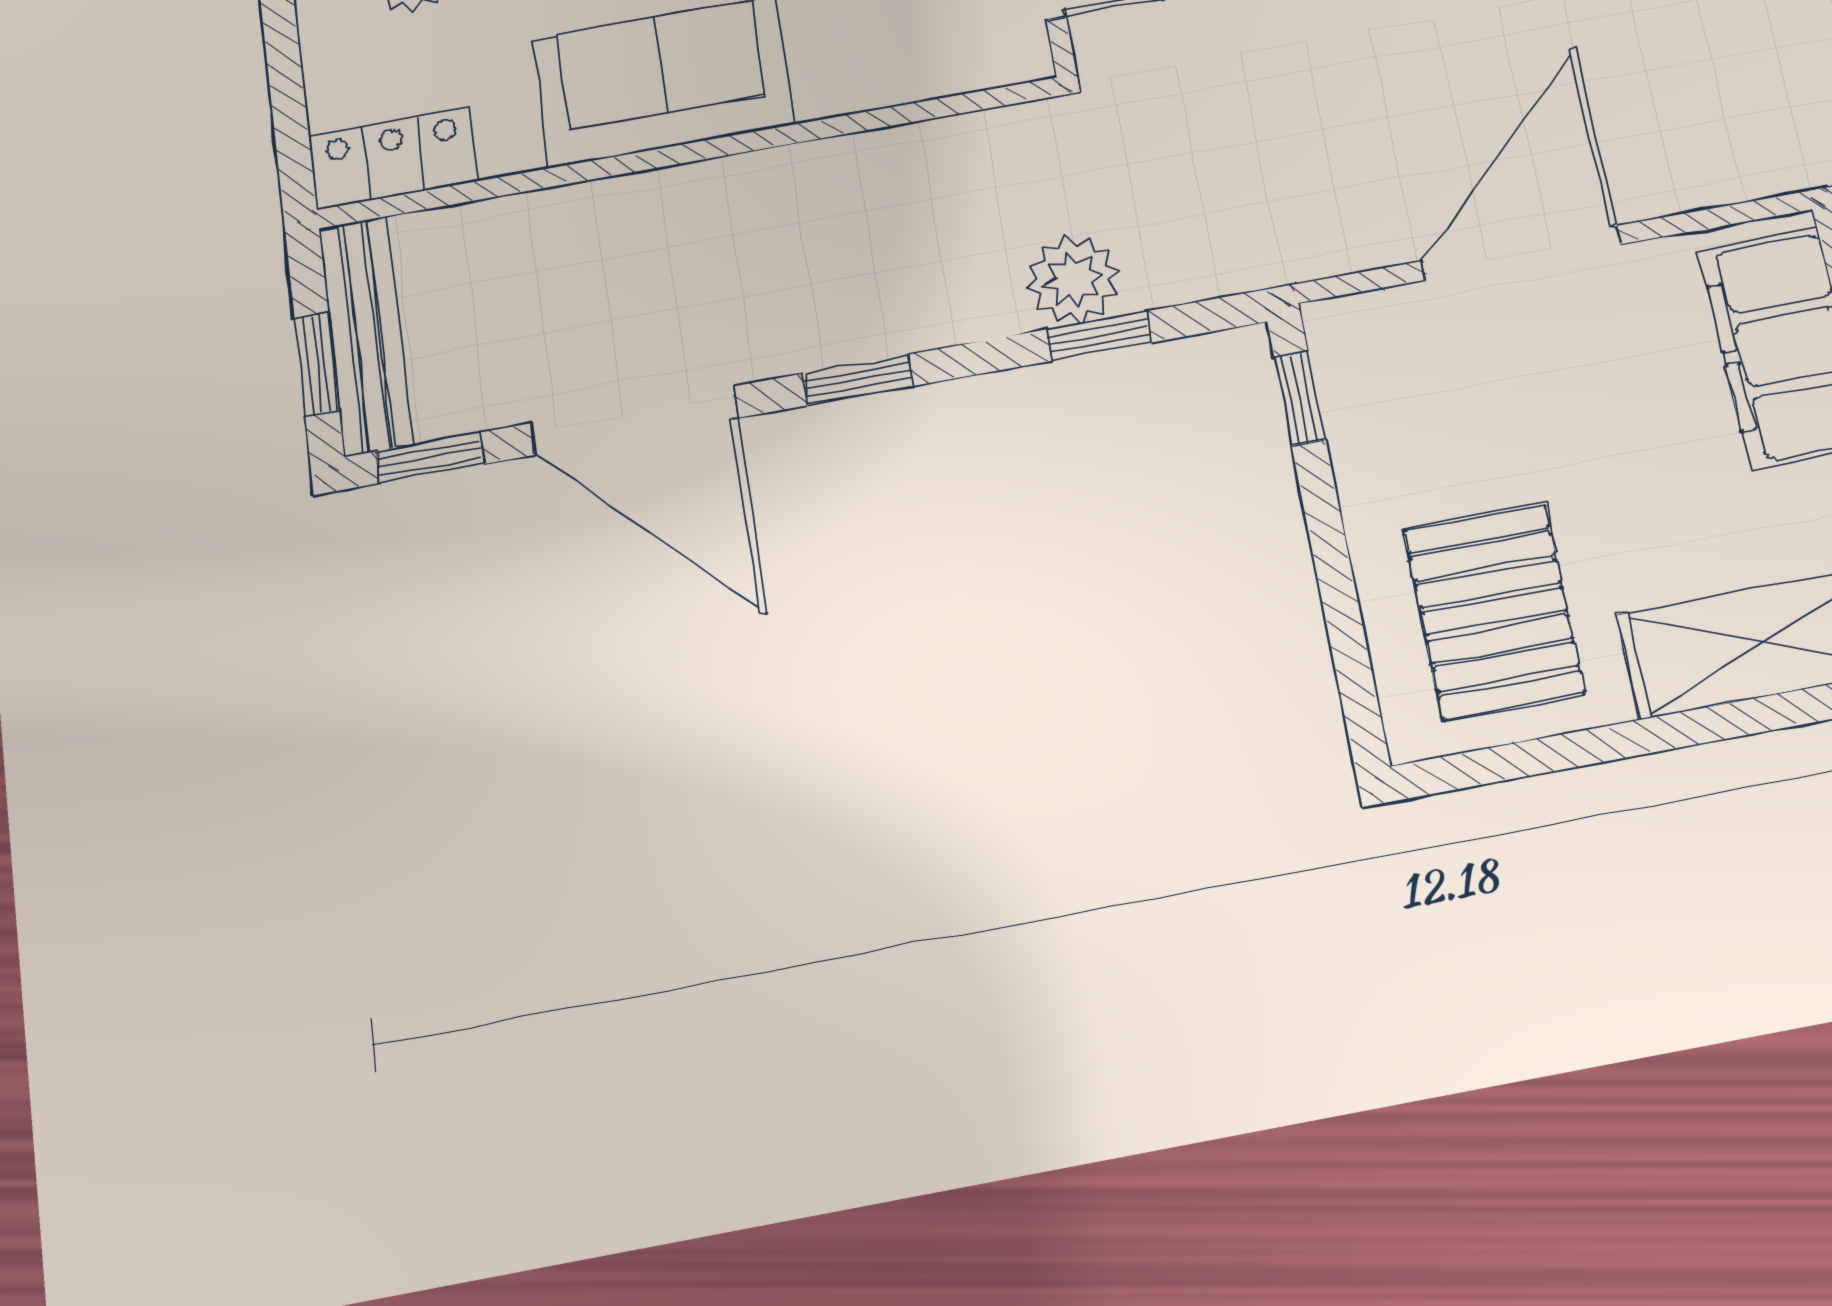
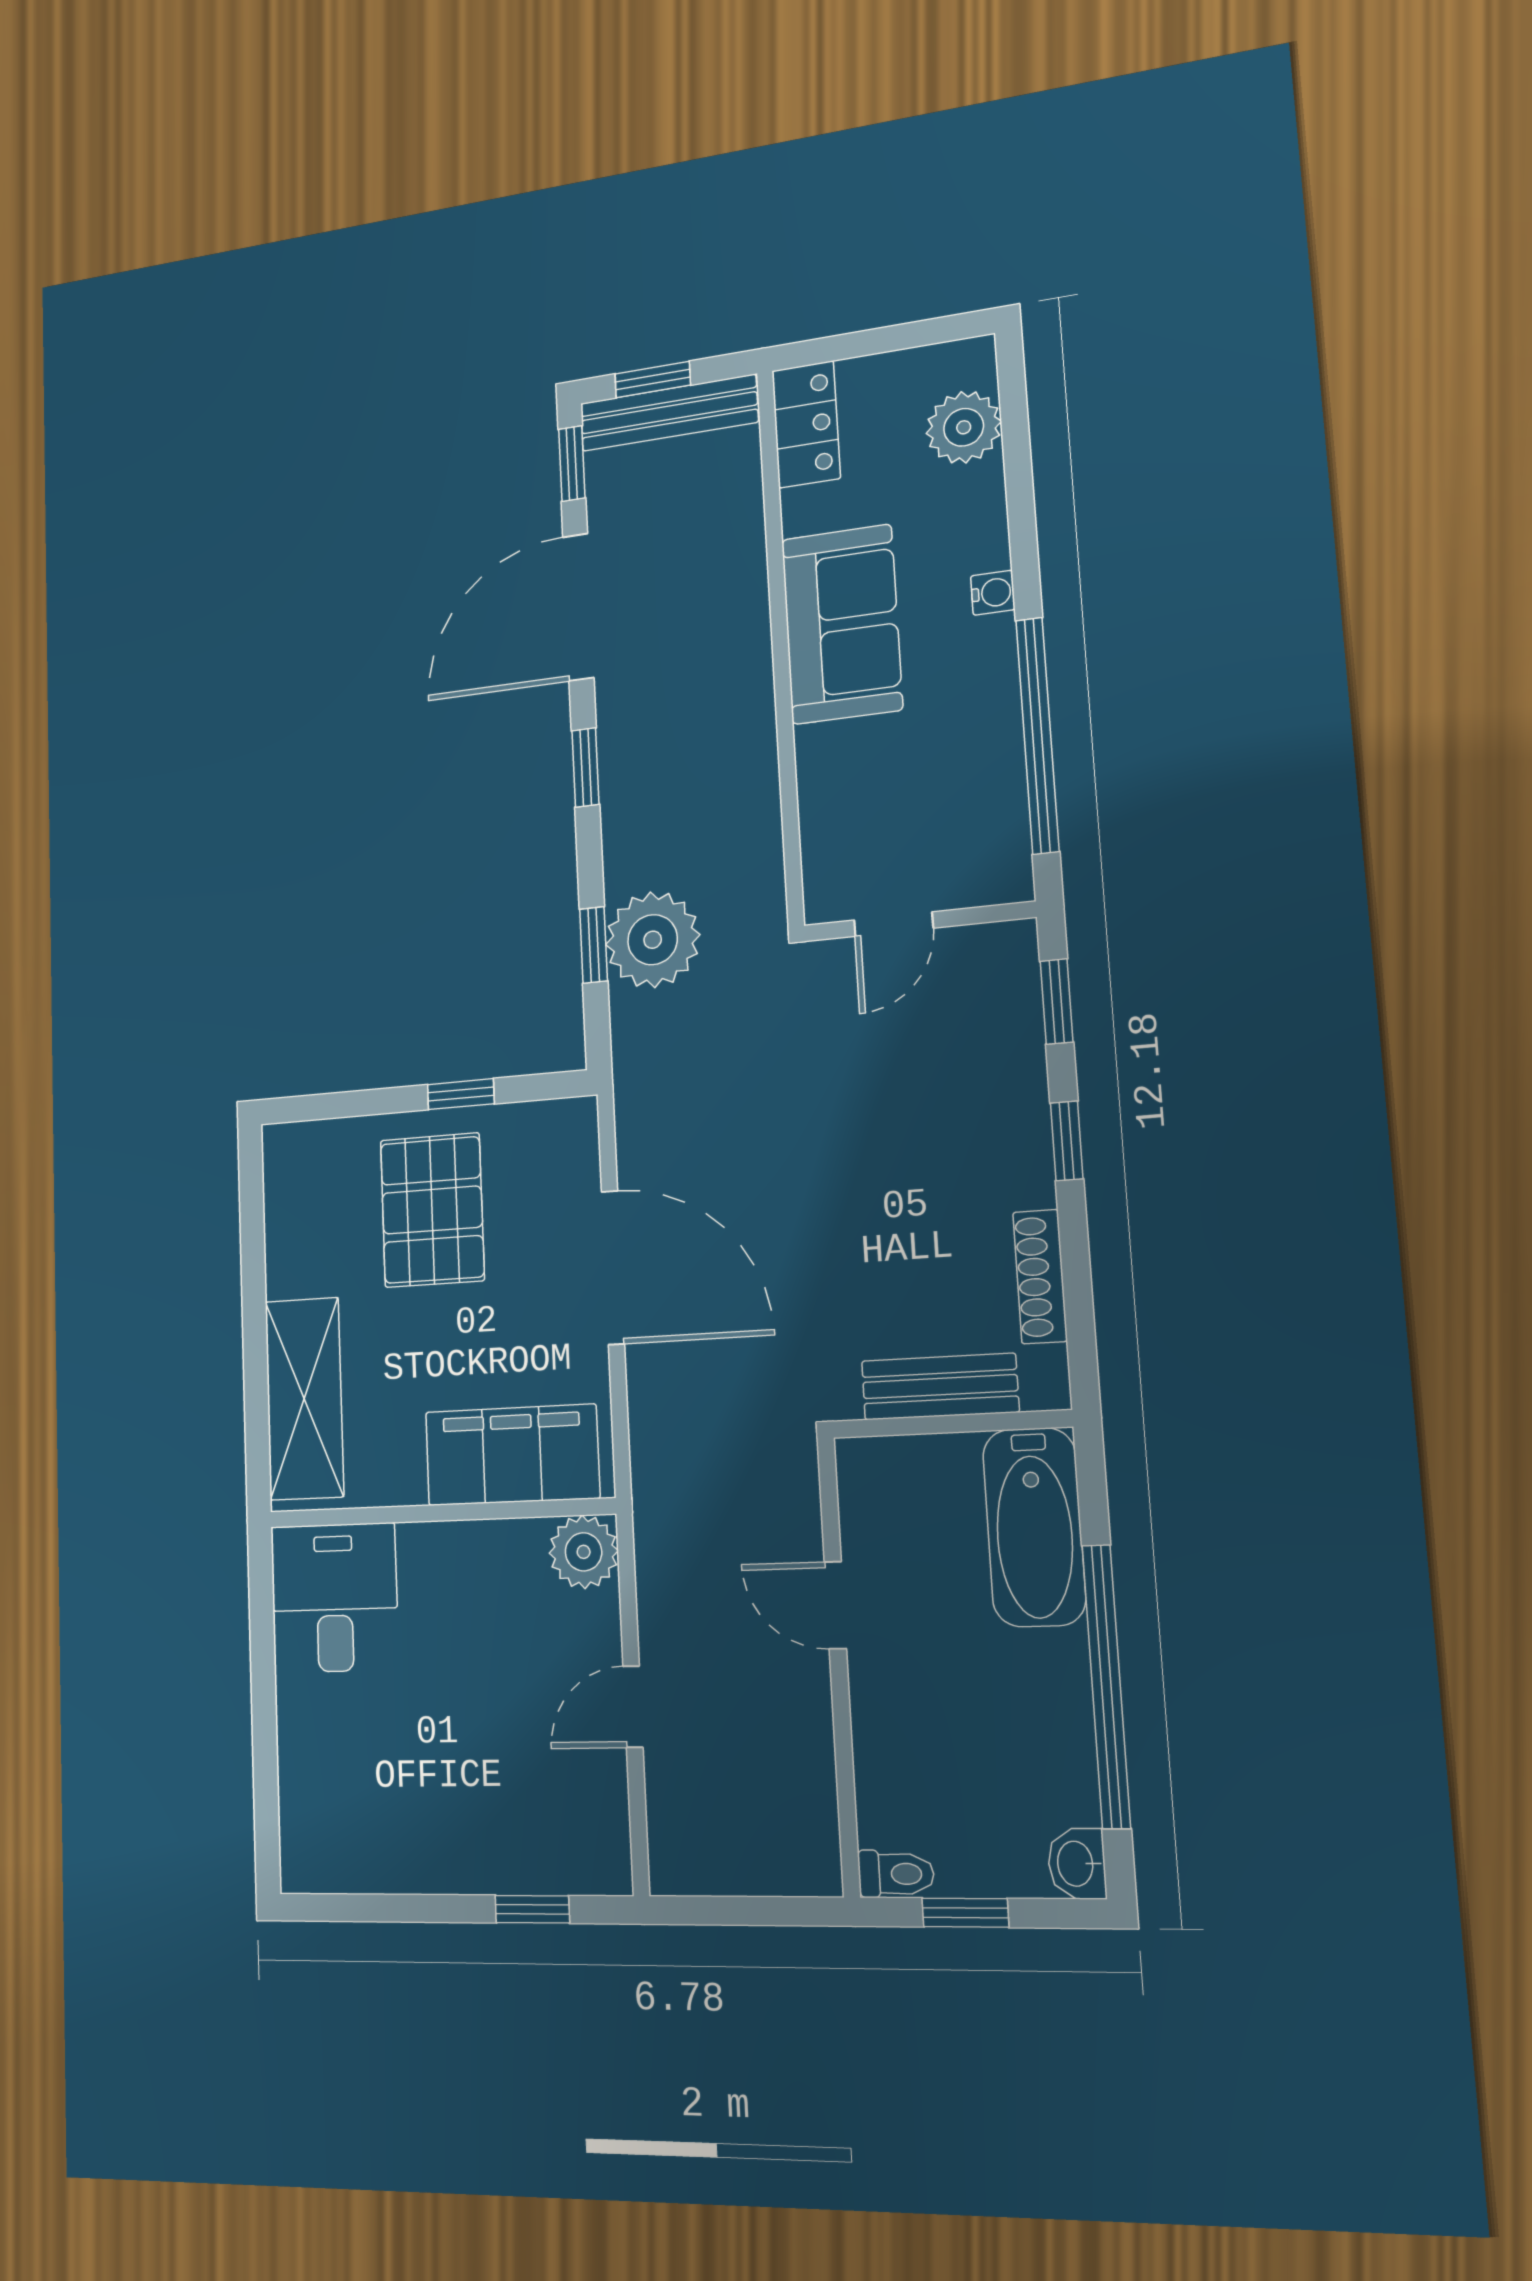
plant: (1073, 280) -> (653, 940), width x1.36, depth x1.36
window: (1300, 399) -> (461, 1094), moved
pallet: (1494, 612) -> (432, 1210), moved, turned 90

